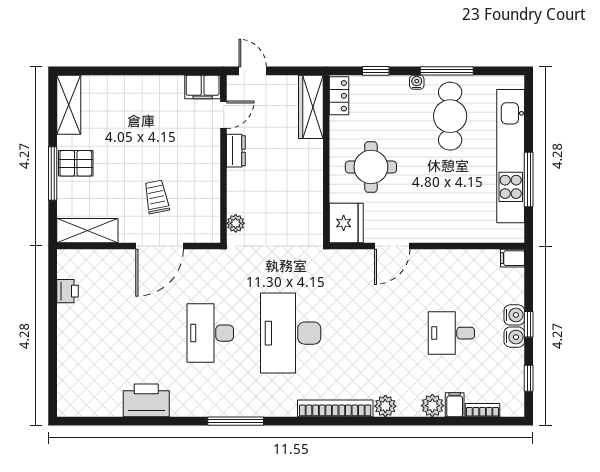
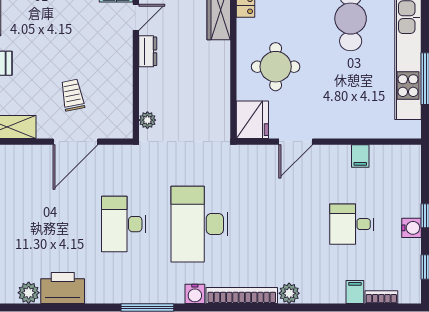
filing cabinet: (513, 258) -> (360, 156), moved, turned -90
water cooler: (514, 315) -> (195, 294), moved, turned 90
plant: (432, 406) -> (29, 293), moved

